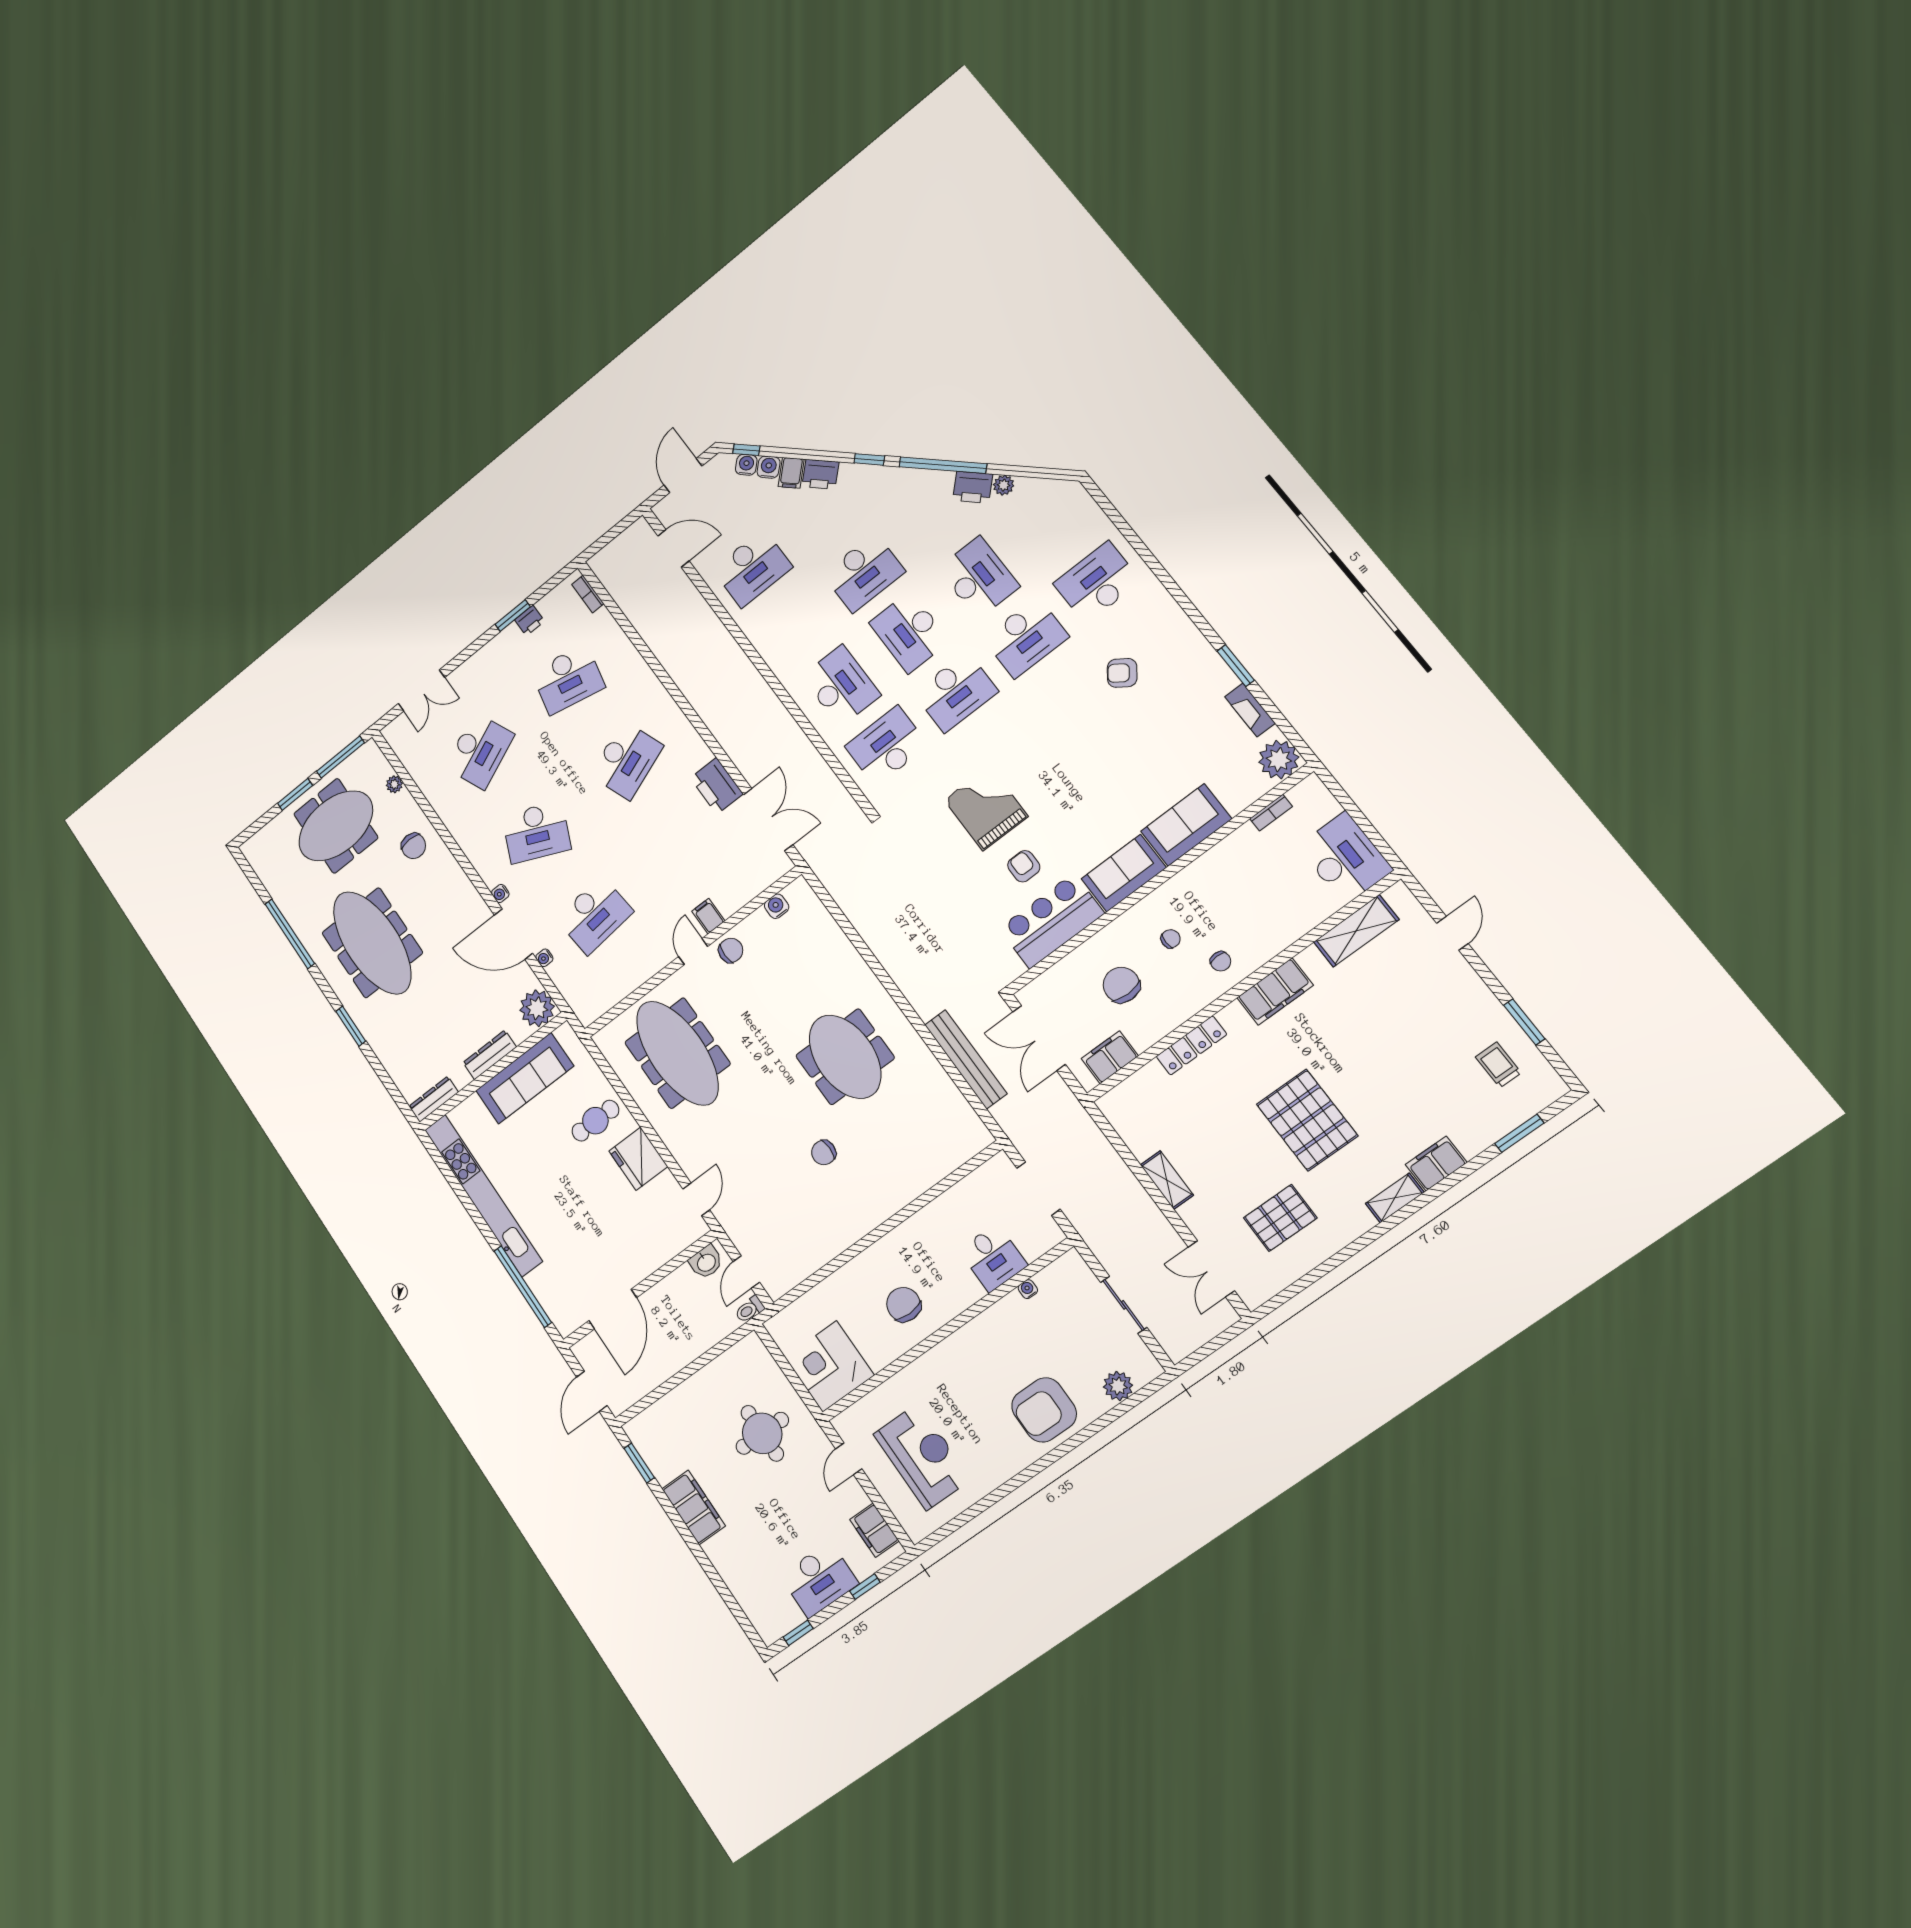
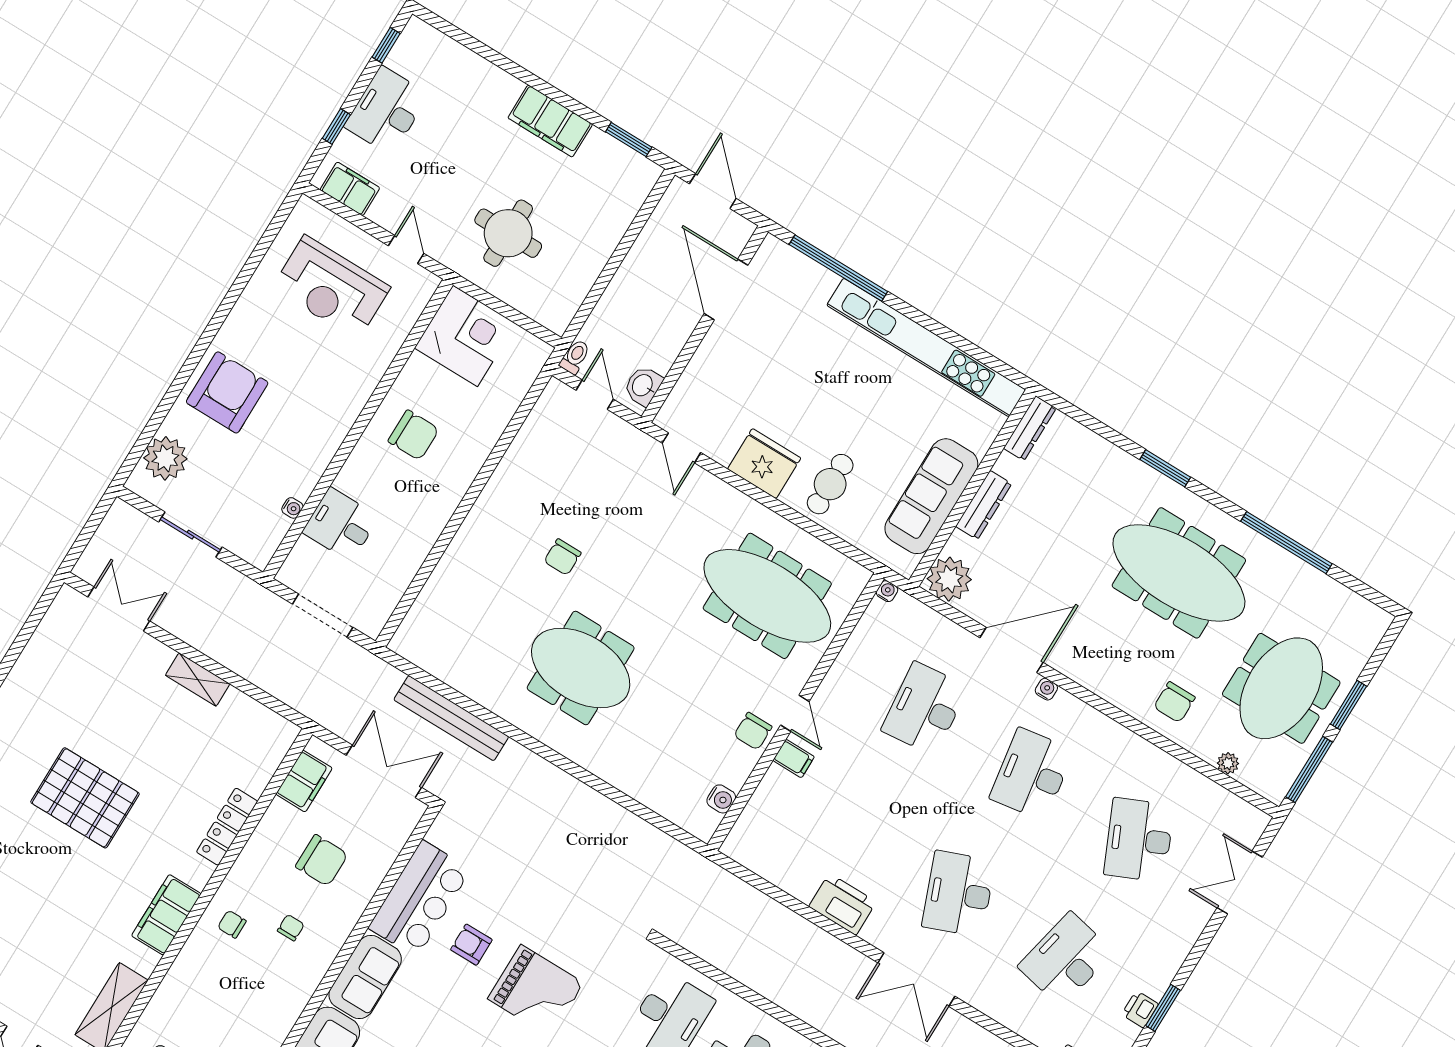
double door: (768, 820) -> (916, 979), moved
desk: (536, 832) -> (1032, 774), turned -33
chair: (414, 846) -> (1174, 702), turned -90
armchair: (1024, 866) -> (471, 945), turned 180
chair: (1171, 939) -> (291, 928), turned 180
water cooler: (544, 958) -> (887, 591), moved
chair: (824, 1153) -> (563, 557), turned 180
pallet: (1280, 1218) -> (73, 689), removed
plant: (1118, 1386) -> (165, 458), width x1.36, depth x1.36

